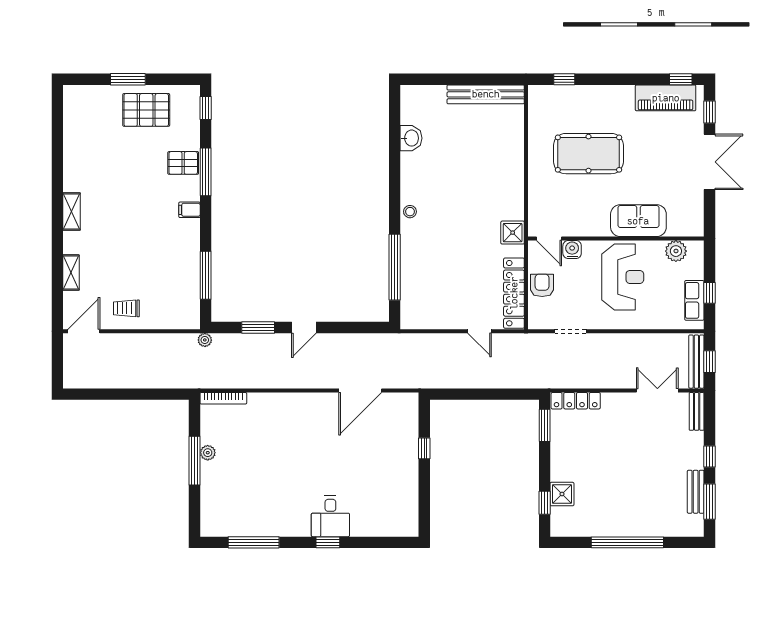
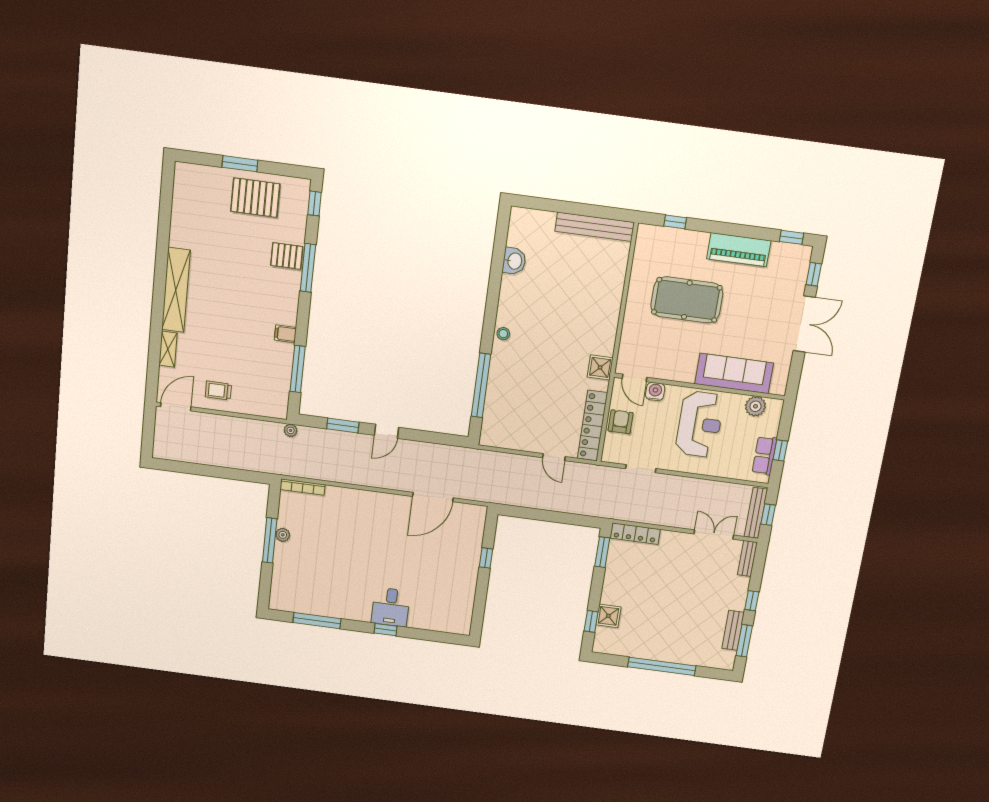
piano: (666, 98) -> (739, 250), moved
filing cabinet: (190, 210) -> (285, 334), moved
shelving: (72, 211) -> (176, 290), width x2.20, depth x1.33
sofa: (638, 221) -> (734, 373), width x1.36

